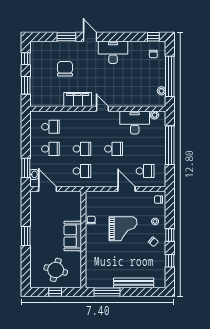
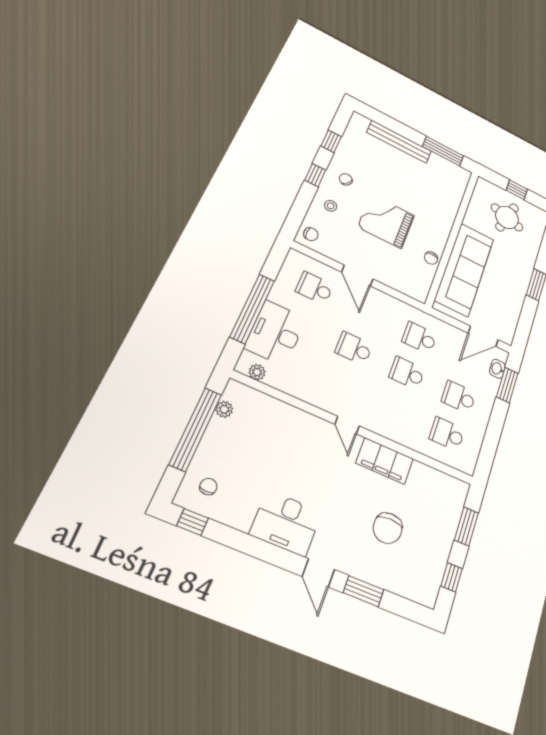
desk: (135, 122) -> (275, 333), moved, turned 90
door: (48, 189) -> (483, 336), hinge flipped
sofa: (73, 236) -> (465, 269), width x1.85, depth x1.27

